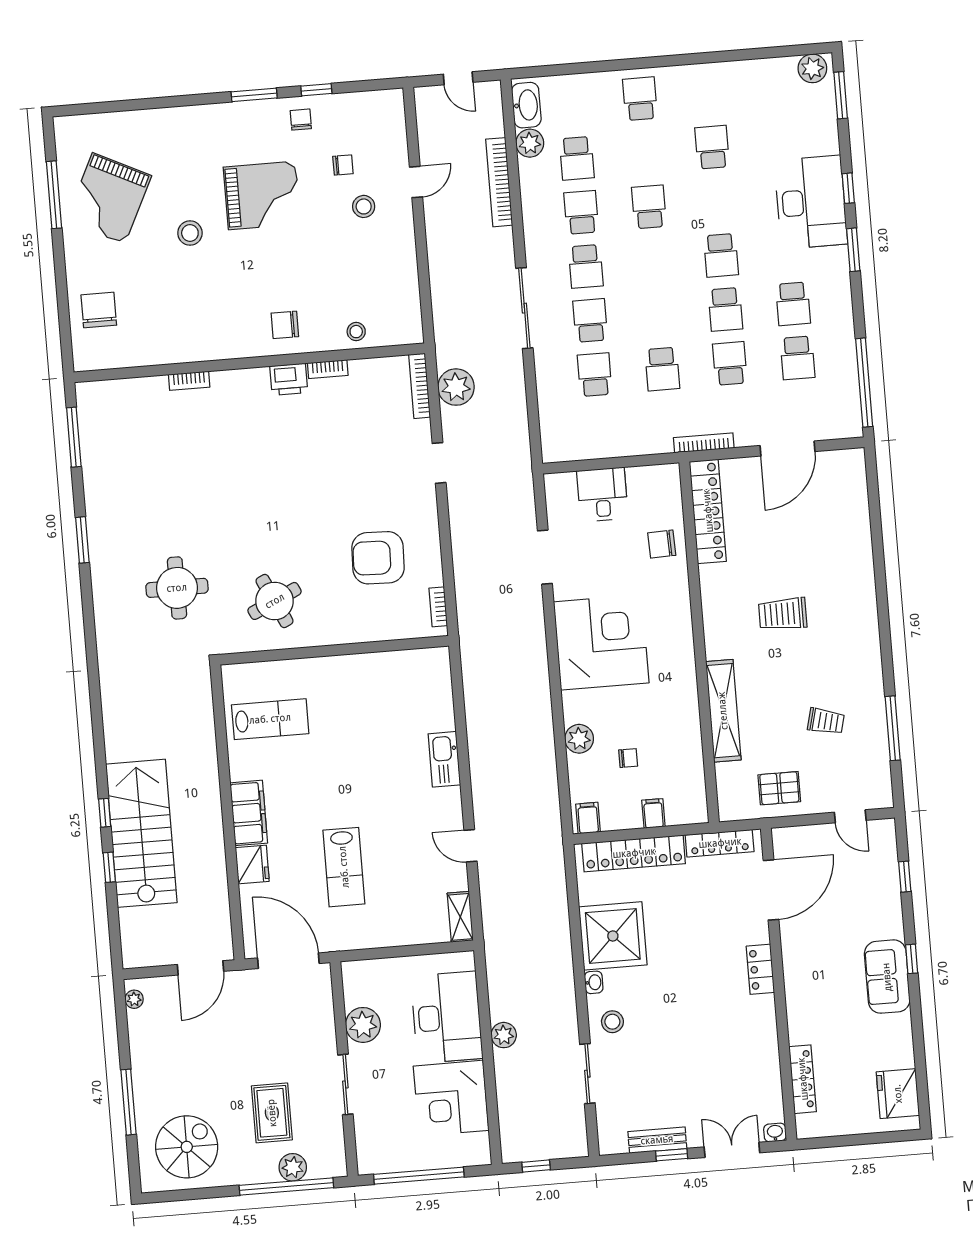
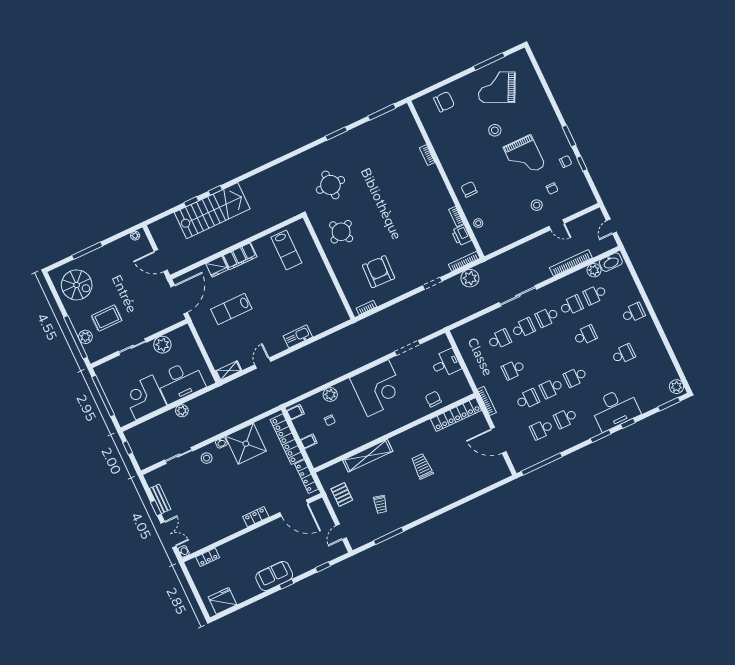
printer: (289, 379) -> (461, 235), moved
locker: (803, 1079) -> (208, 557), width x0.66

